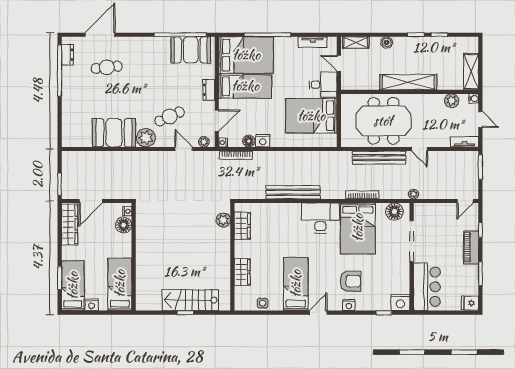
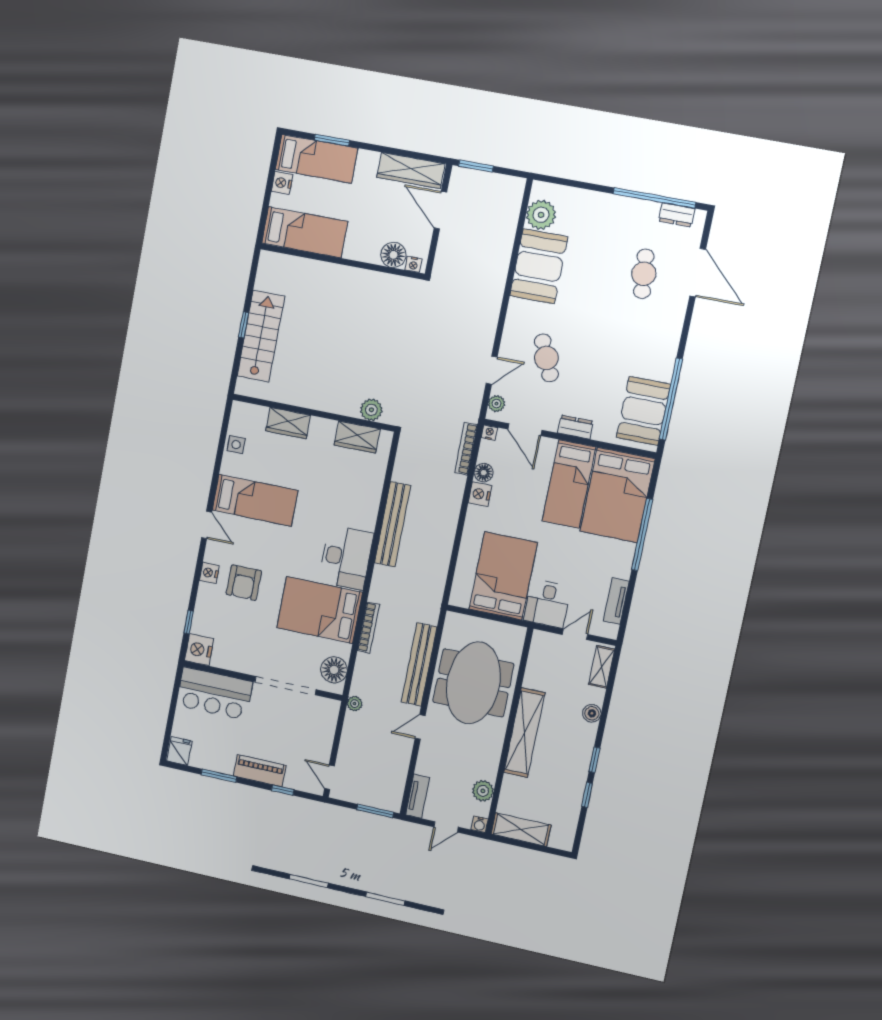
plant: (146, 138) -> (541, 215), moved

